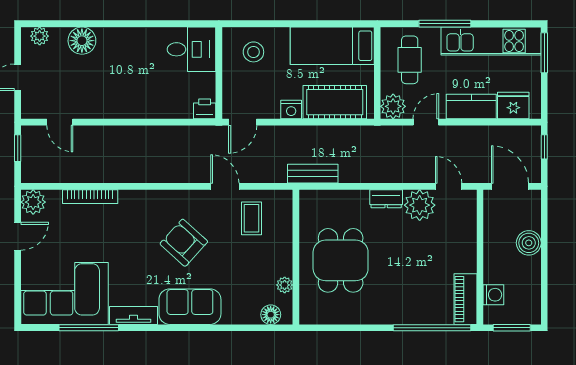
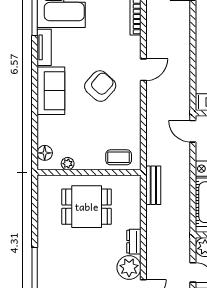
door: (225, 186) -> (143, 70), moved
coffee table: (251, 218) -> (119, 157), moved

